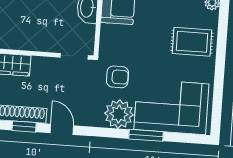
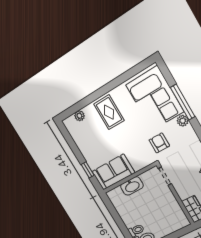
plant: (119, 114) -> (183, 121), width x0.53, depth x0.53
window: (146, 135) -> (183, 102), width x1.44

